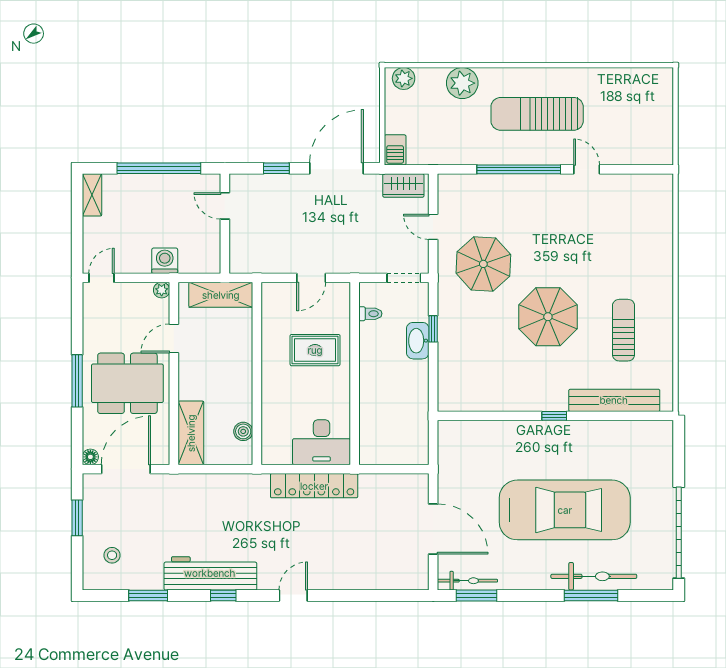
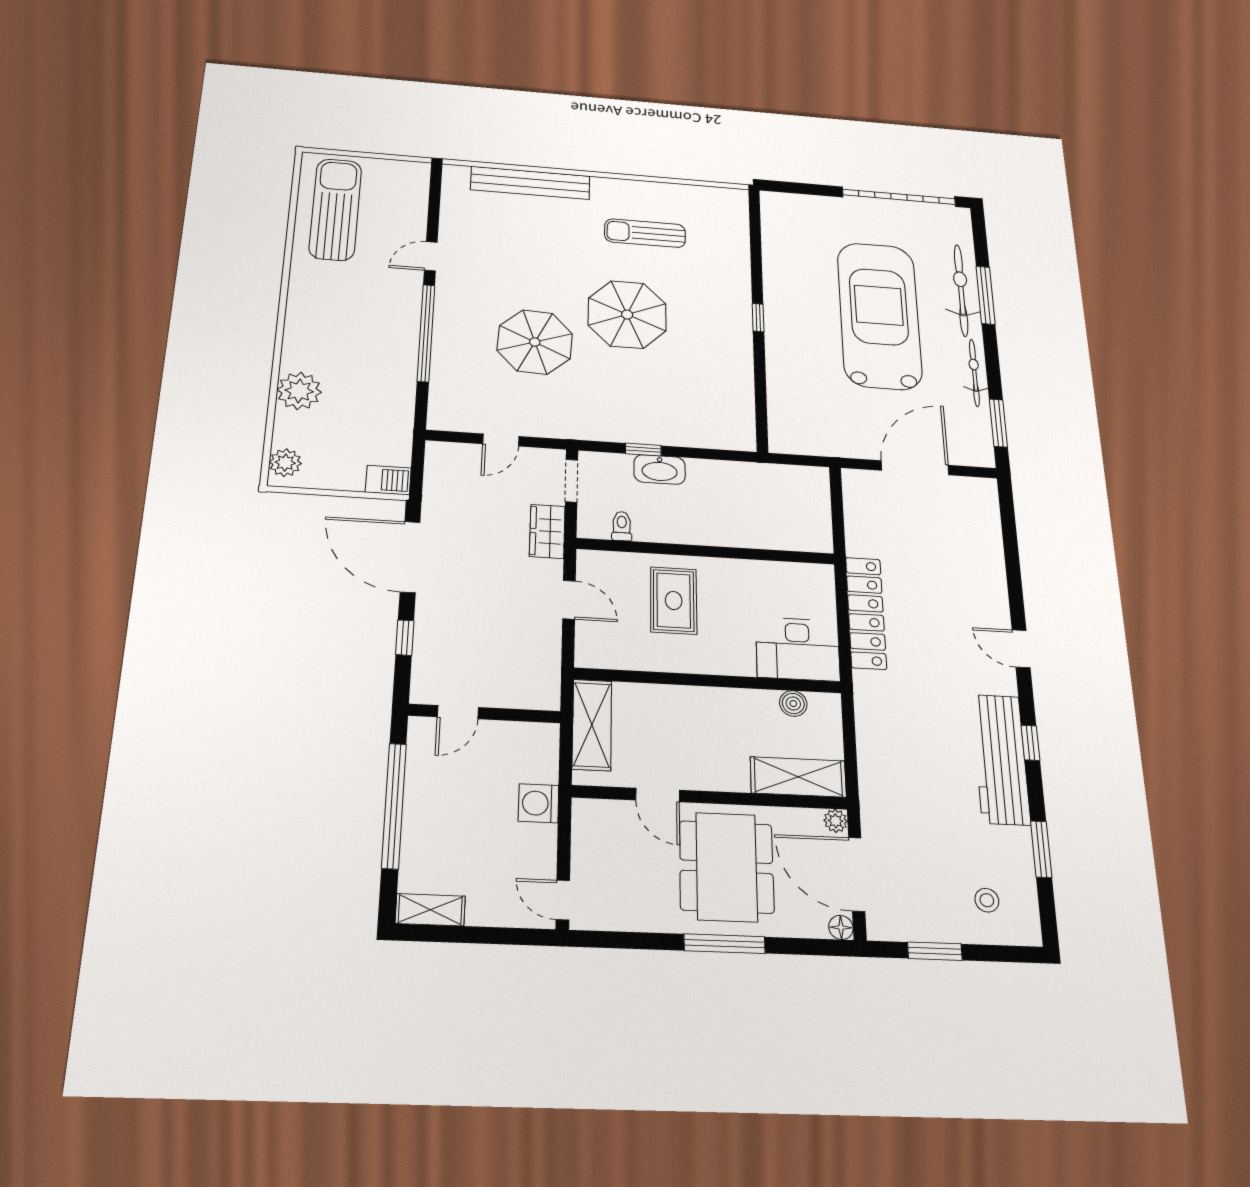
sun lounger: (537, 114) -> (335, 209), moved, turned 180
wardrobe: (403, 185) -> (547, 531), moved, turned 180
parasol: (483, 264) -> (535, 342), moved
plant: (162, 290) -> (836, 821), moved
bench: (614, 400) -> (530, 183), moved, turned 90
desk: (322, 442) -> (798, 649), moved, turned 90
bicycle: (467, 581) -> (974, 373), moved

